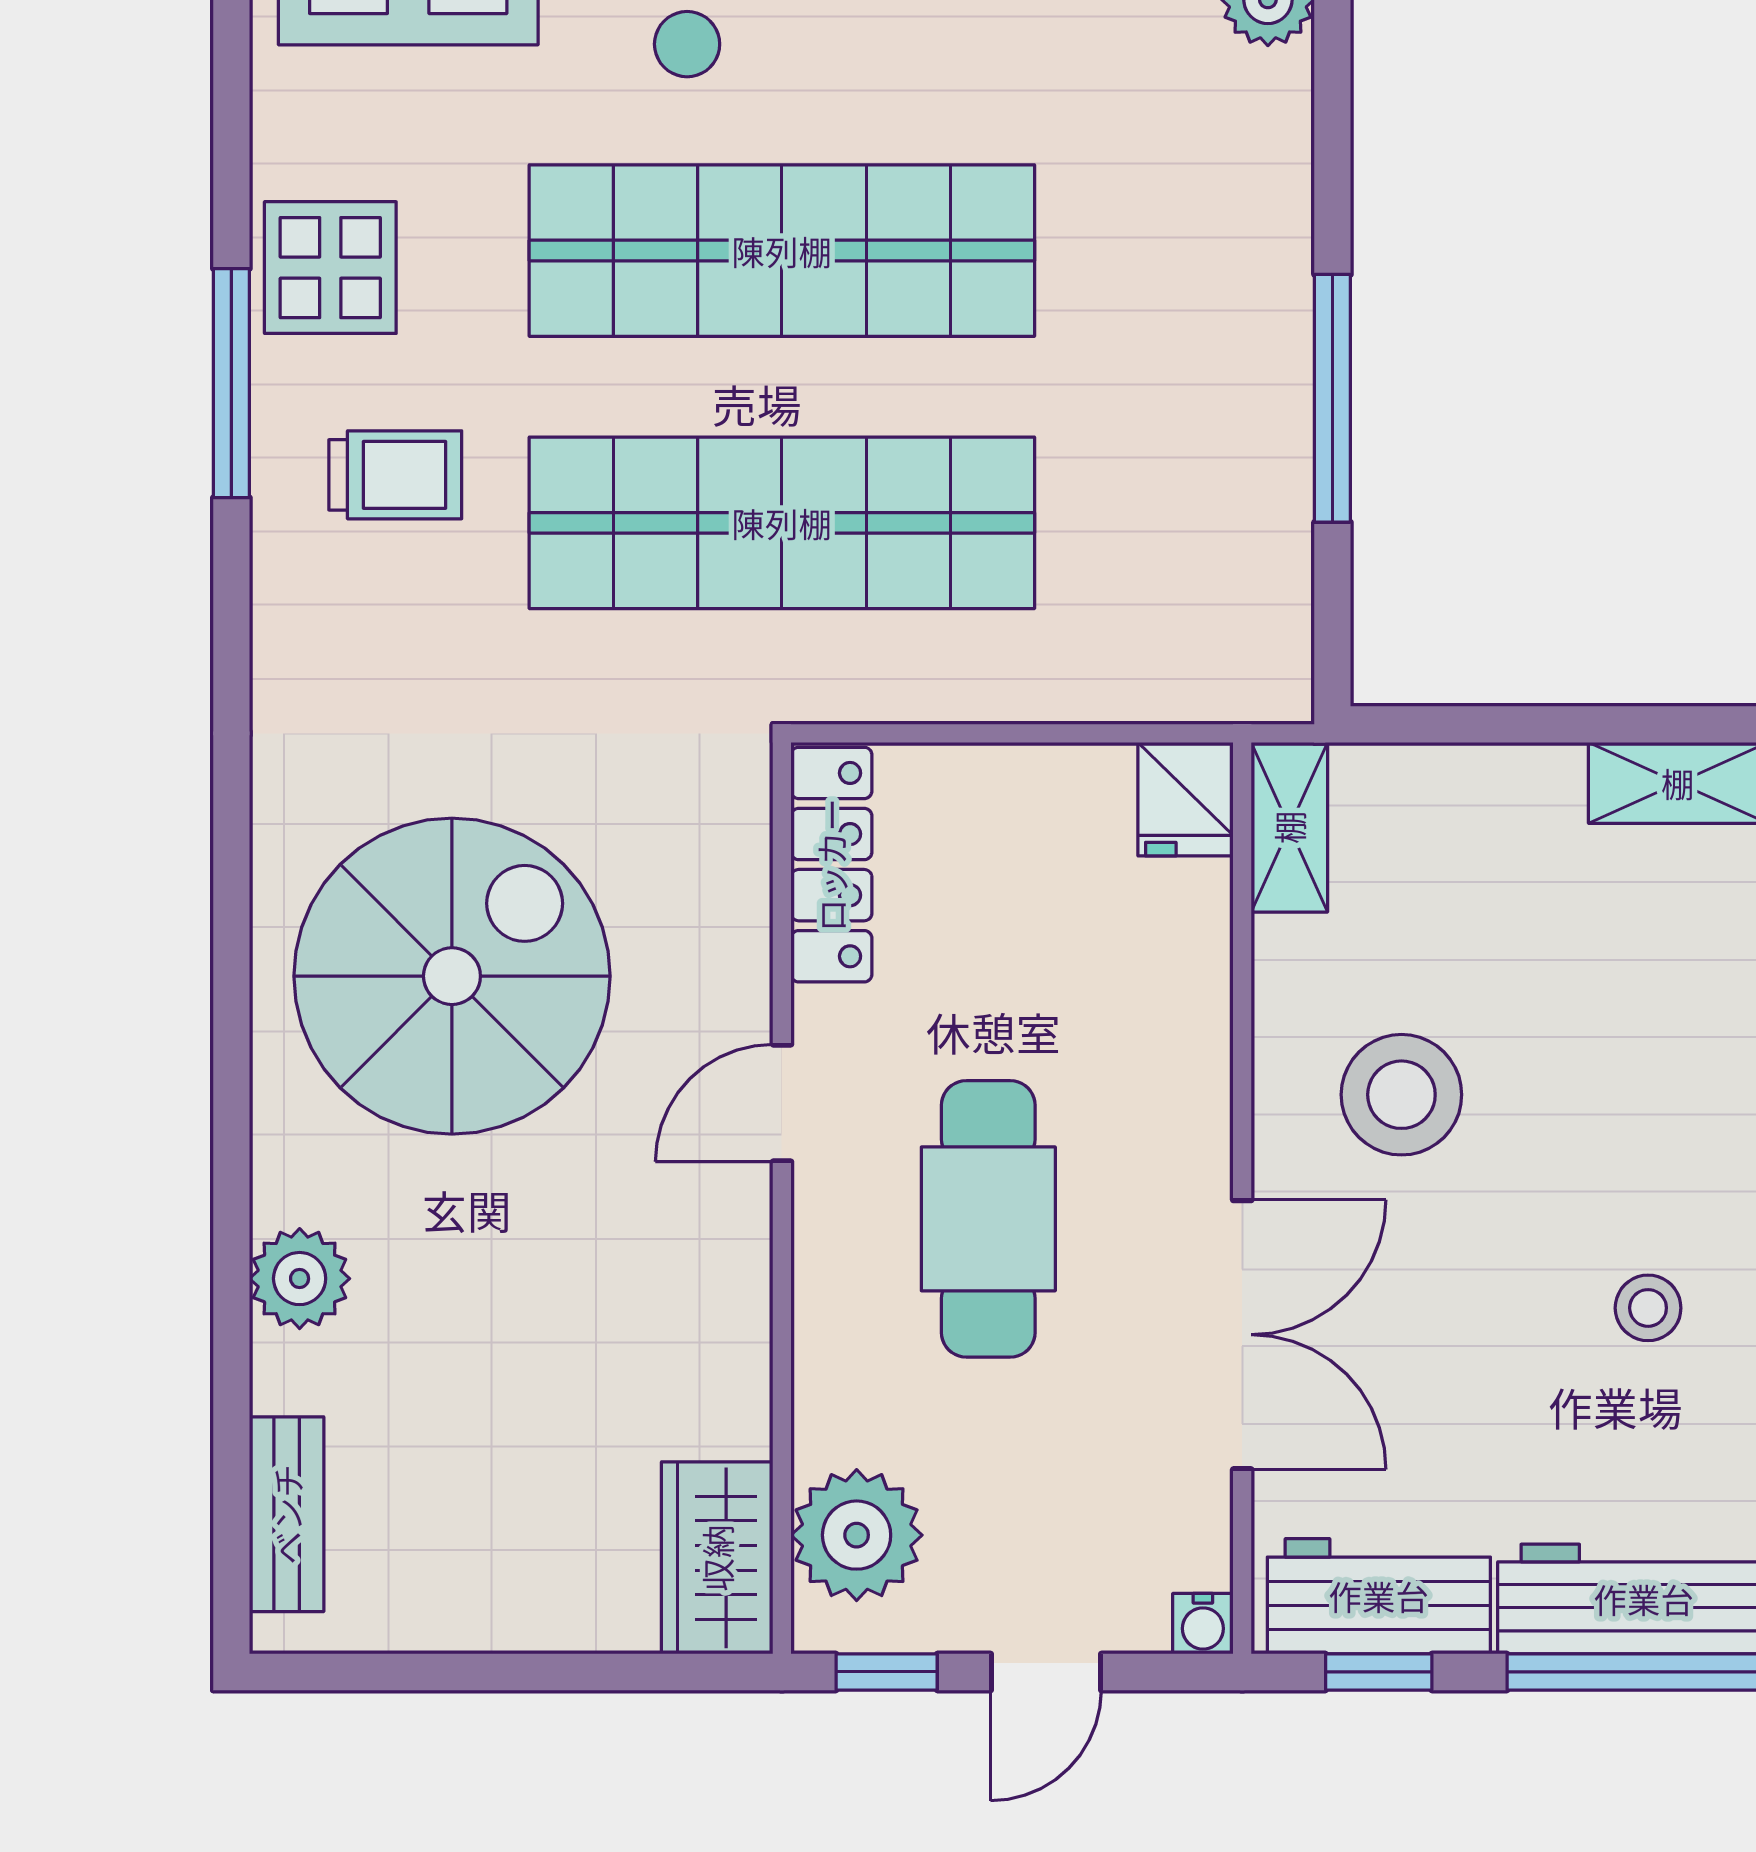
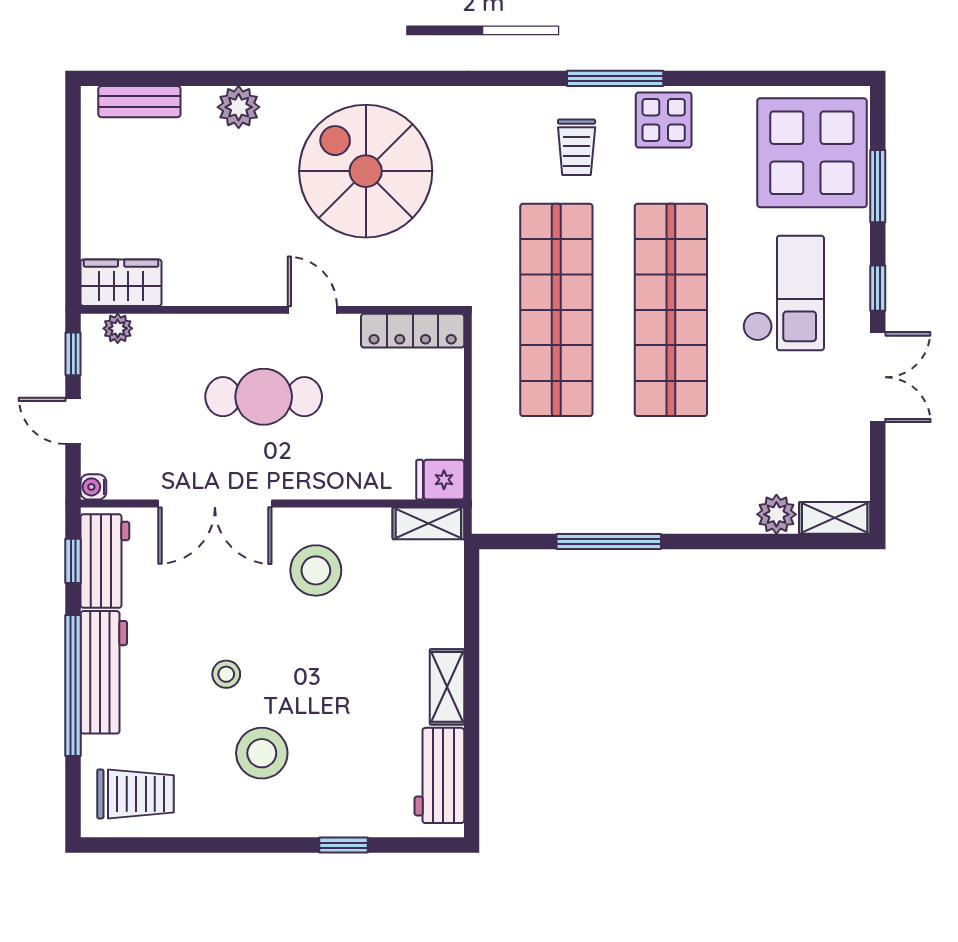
spiral stairs: (452, 976) -> (366, 171), turned 180
plant: (857, 1535) -> (118, 328), width x0.53, depth x0.53

